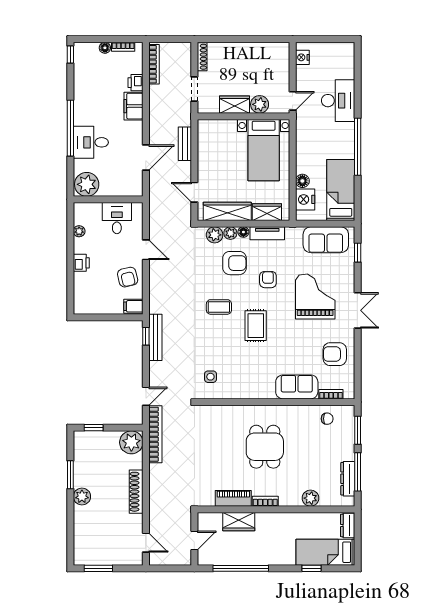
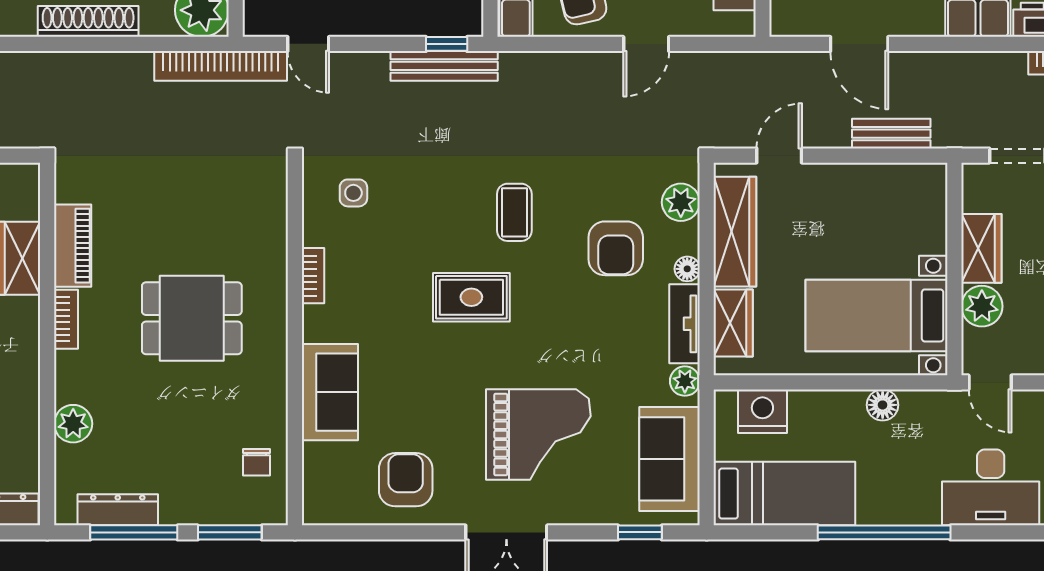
floor lamp: (302, 181) -> (883, 405), moved
plant: (230, 233) -> (685, 381), moved
armchair: (268, 280) -> (578, 326), removed
bookcase: (331, 394) -> (313, 276), moved

